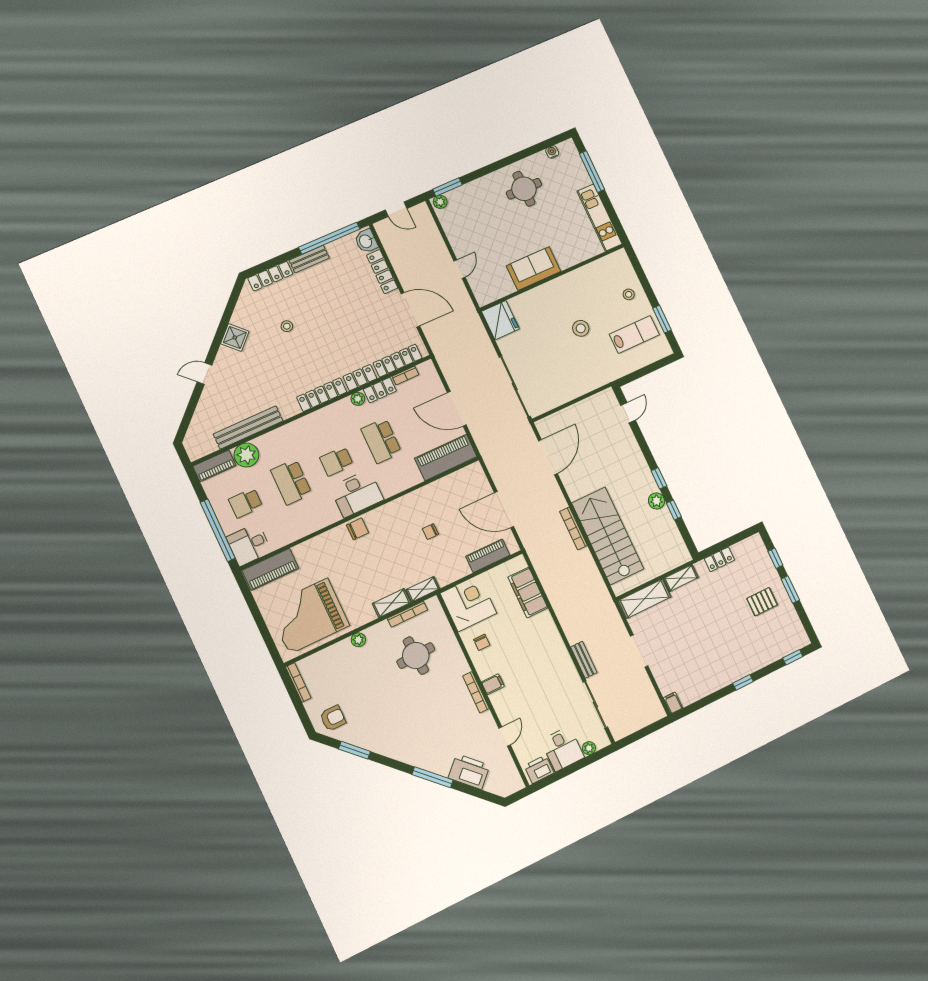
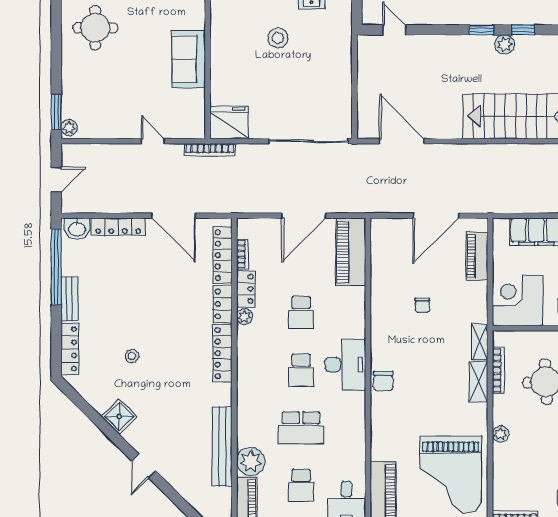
door: (410, 310) -> (174, 216), swing flipped
school desk: (381, 441) -> (301, 313), width x0.54
bookcase: (573, 528) -> (210, 150), moved
chair: (358, 529) -> (383, 381), turned 180

